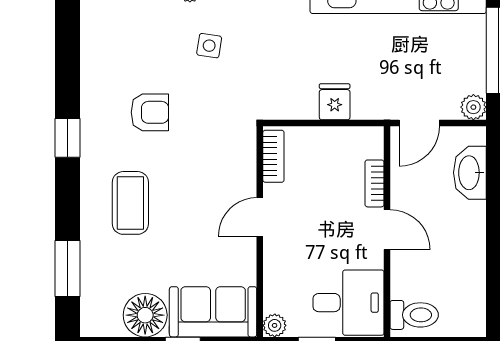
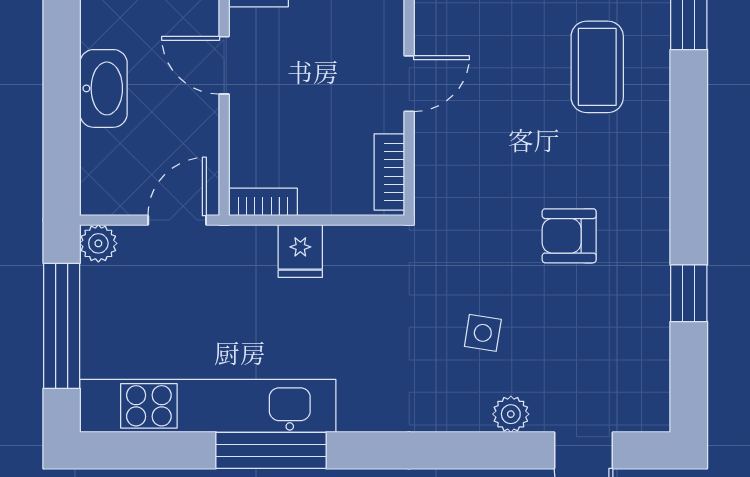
window: (68, 138) -> (689, 293), moved
washbasin: (470, 173) -> (103, 88), moved
bookcase: (374, 183) -> (263, 202), moved, turned -90
coffee table: (130, 203) -> (597, 67), moved

